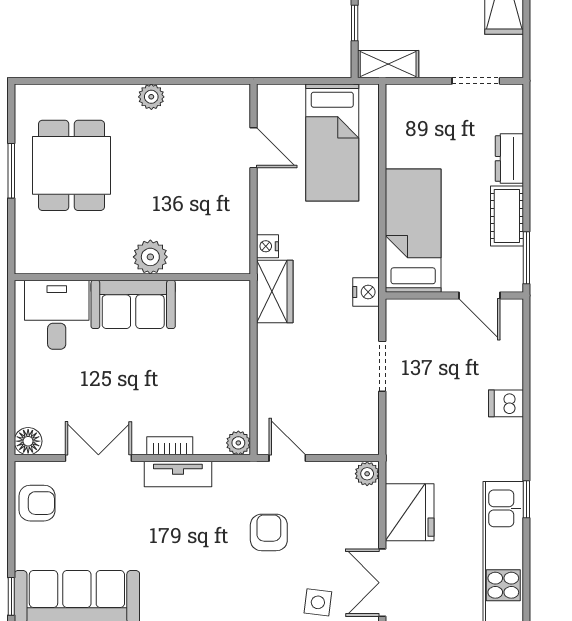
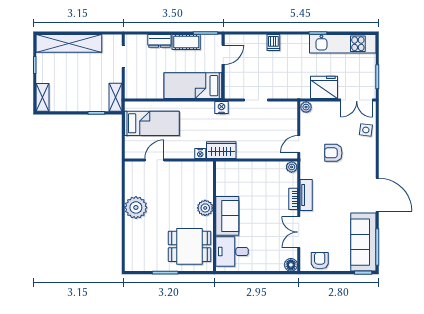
plant: (151, 97) -> (136, 207), width x1.87, depth x1.87
dining table: (71, 165) -> (190, 246), moved

